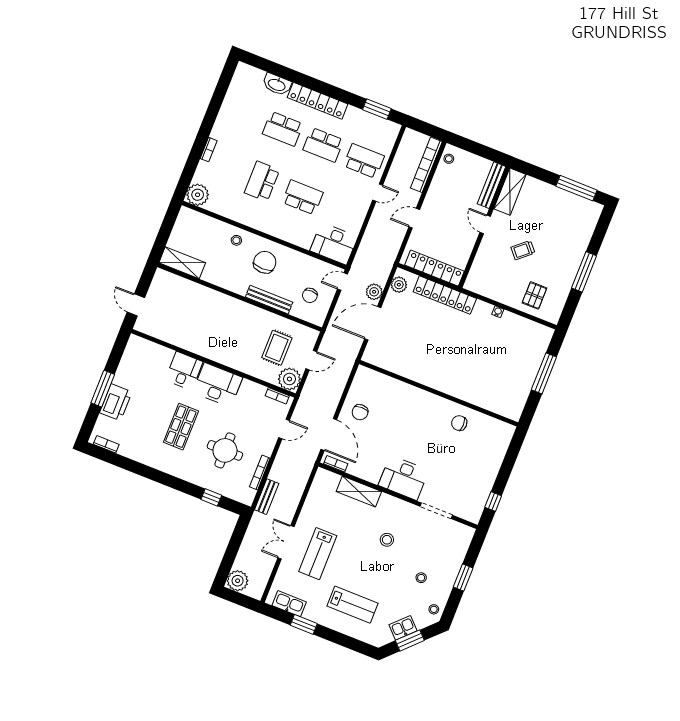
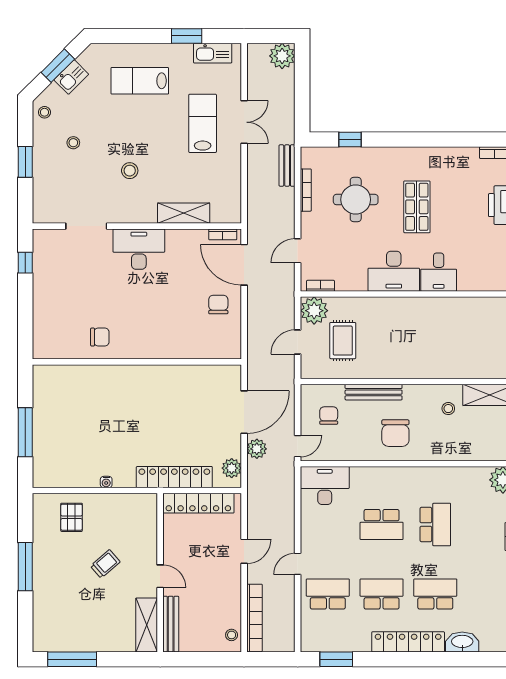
school desk: (364, 161) -> (328, 594), turned 180
stool: (236, 240) -> (448, 409), moved

